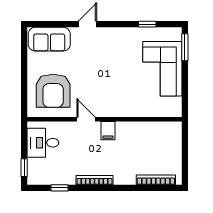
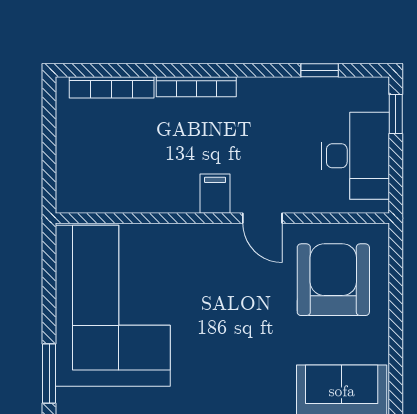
corner sofa: (162, 69) -> (113, 306), width x1.36, depth x1.36
desk: (43, 143) -> (355, 156), width x1.37
bookcase: (94, 180) -> (196, 87), moved

